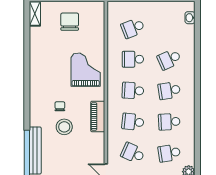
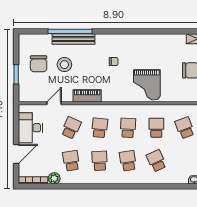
grand piano: (86, 70) -> (147, 85), turned 90
piano: (98, 116) -> (87, 96), moved
stool: (64, 127) -> (64, 65), moved

